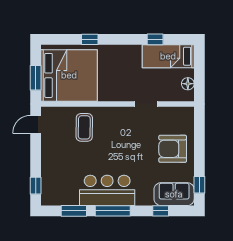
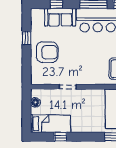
window: (199, 185) -> (27, 38), moved
sofa: (174, 194) -> (60, 17), moved

